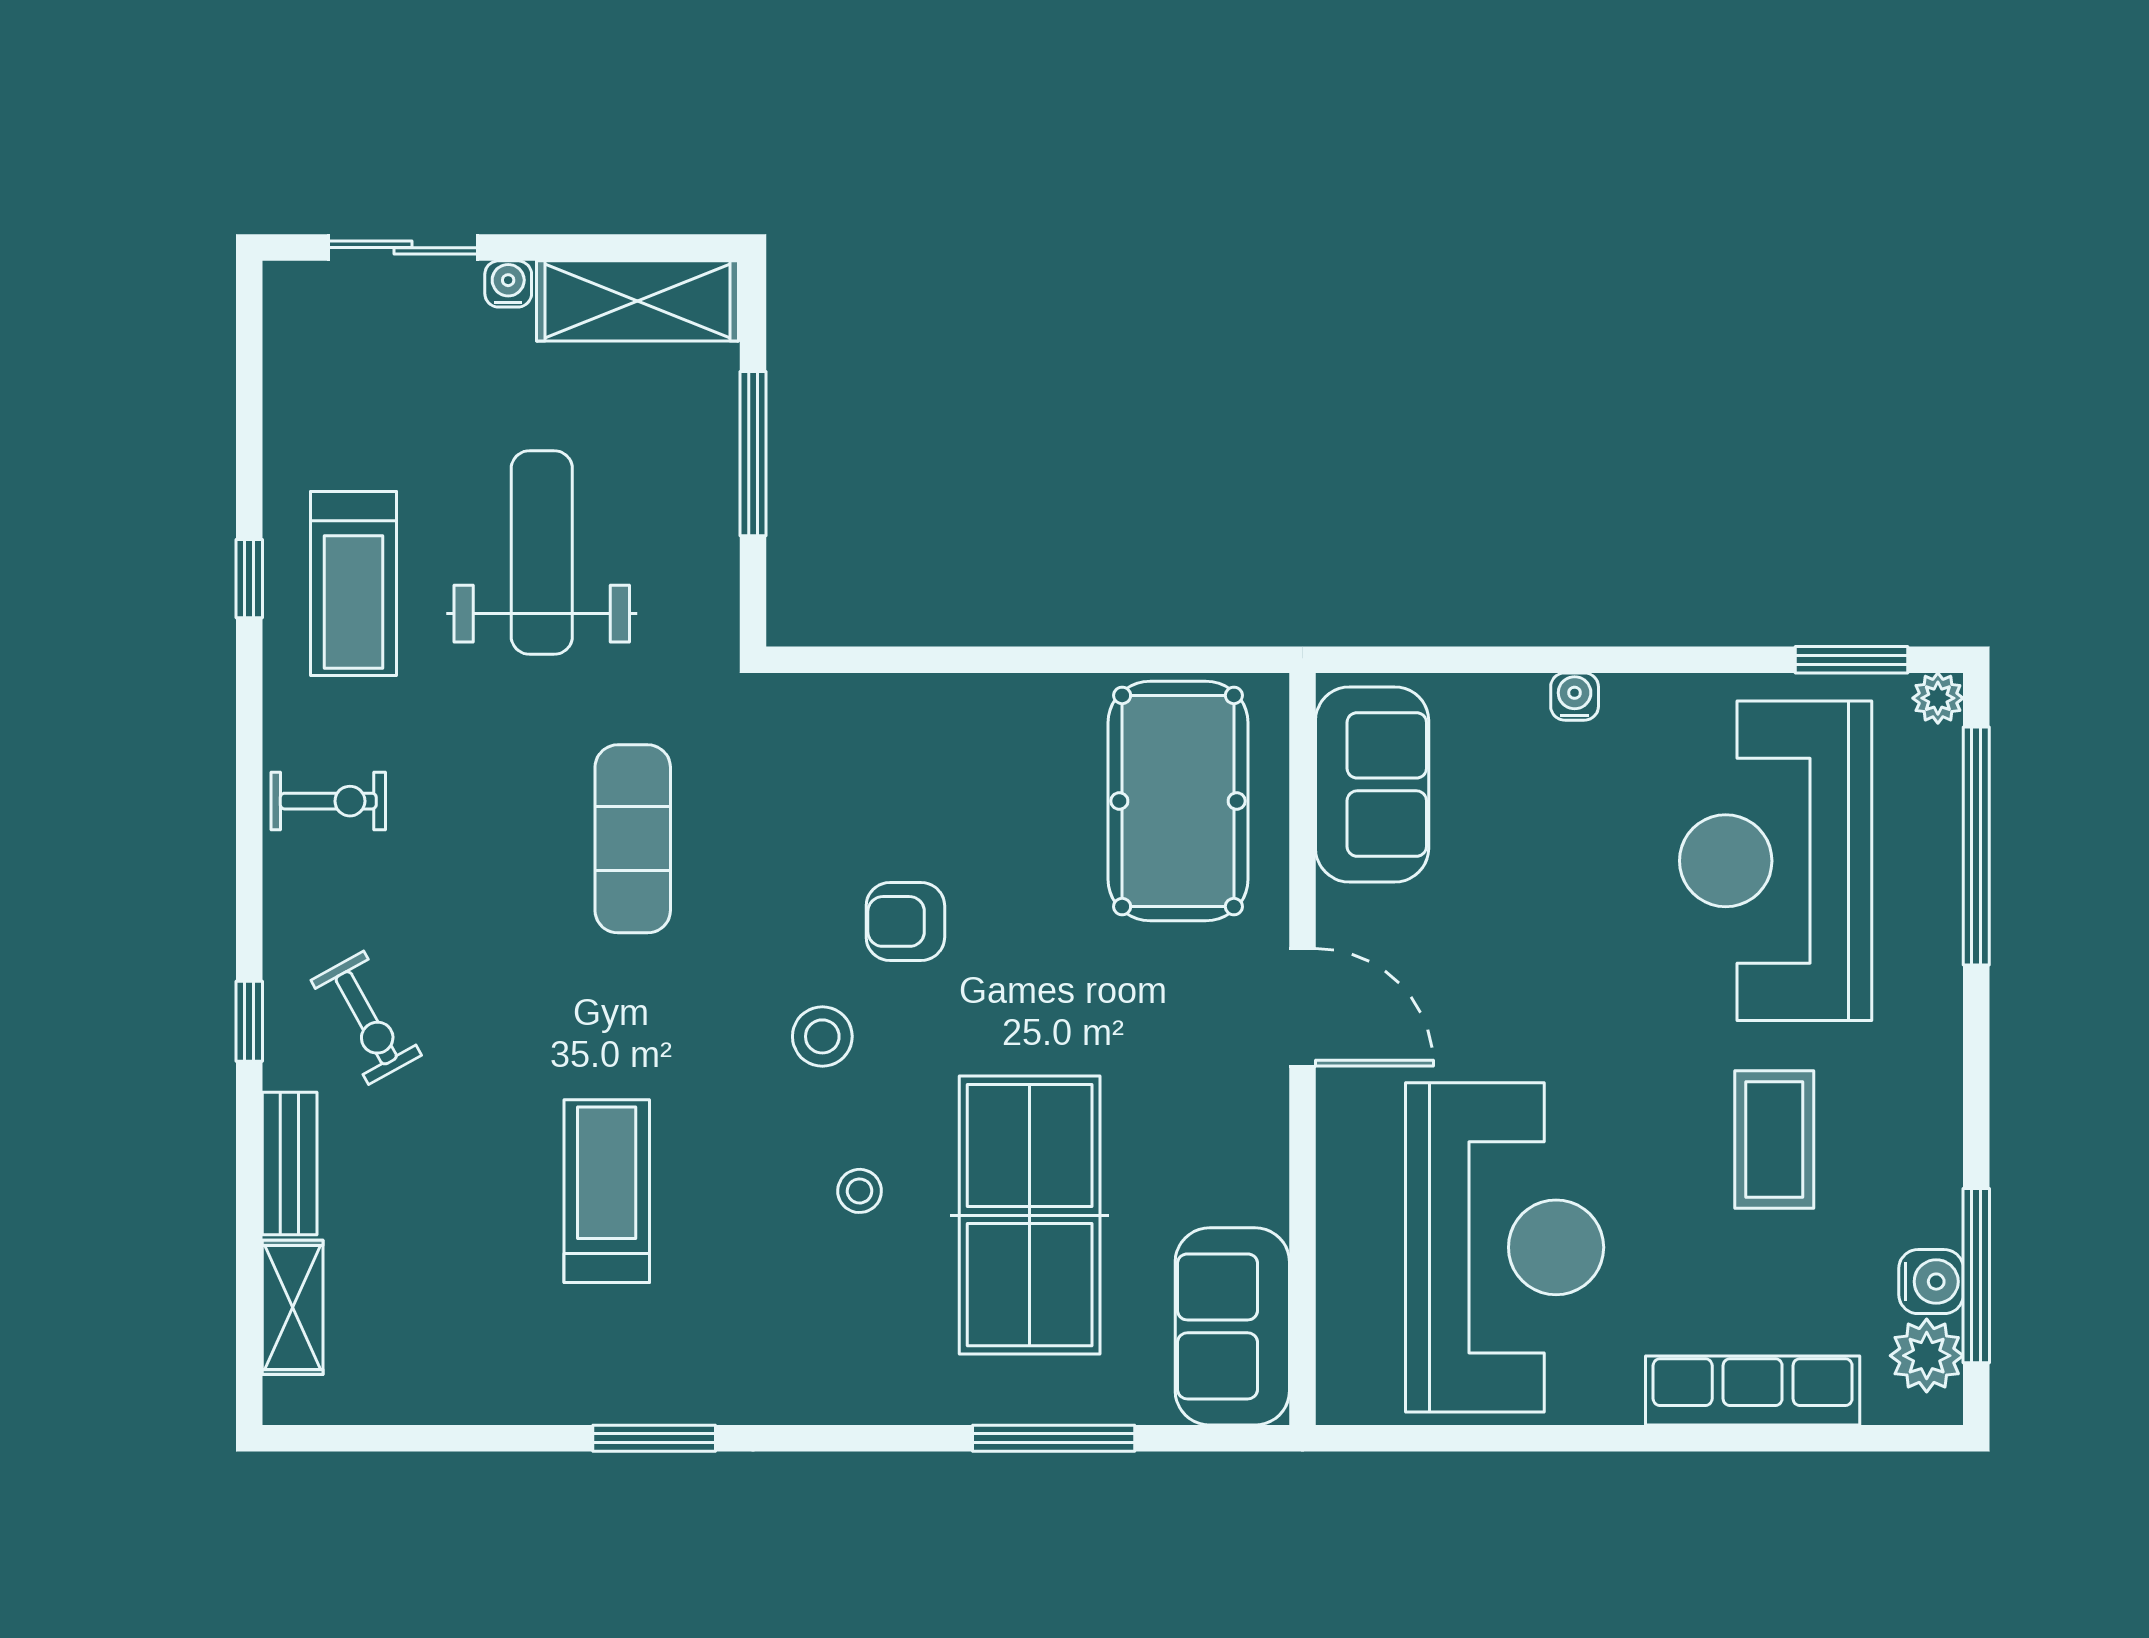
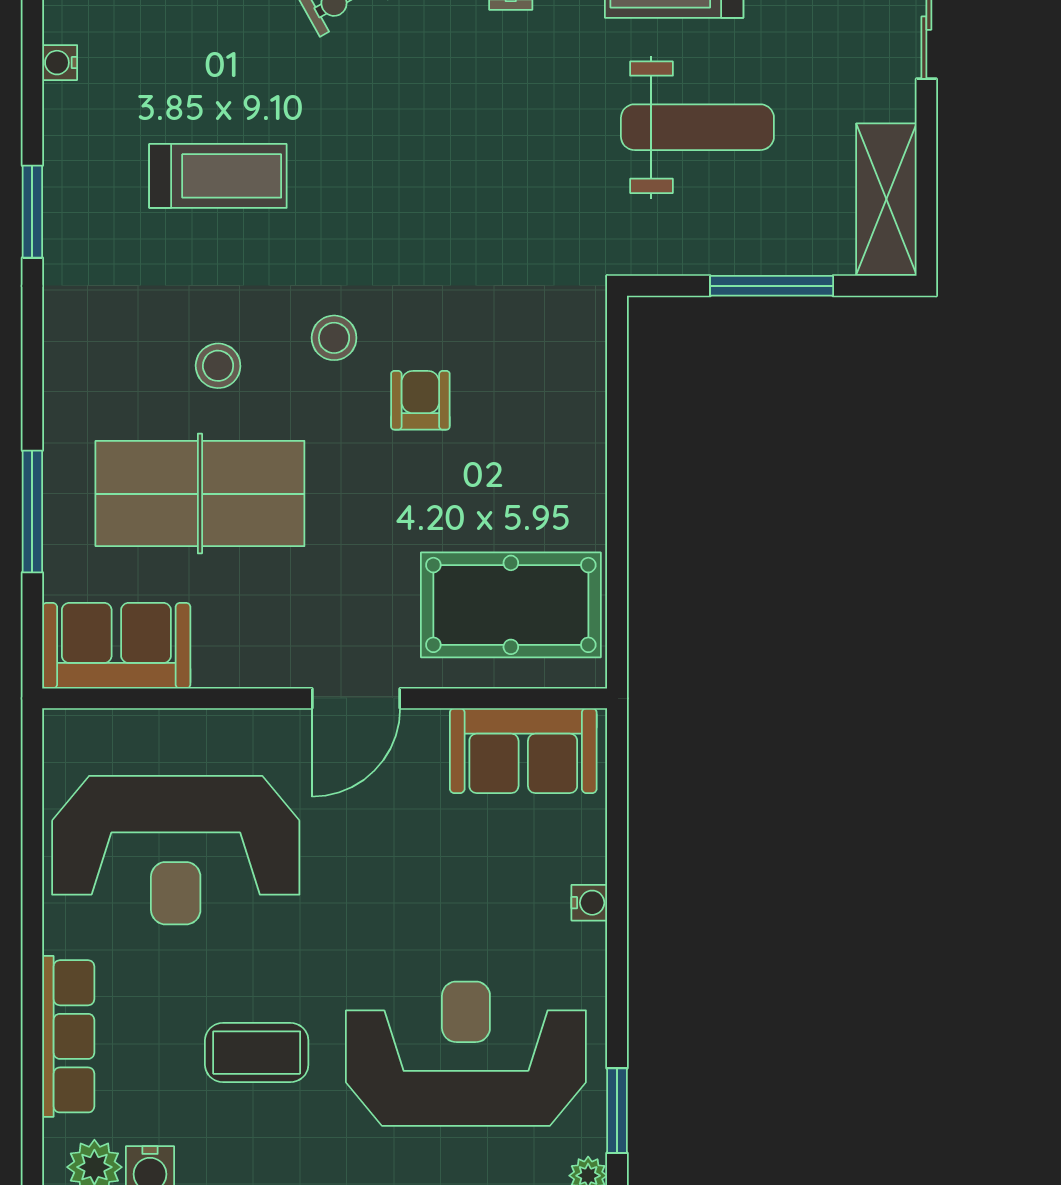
water cooler: (508, 284) -> (60, 63), moved, turned 180
exercise mat: (633, 839) -> (482, 196), removed
stool: (860, 1191) -> (218, 366), width x1.37, depth x1.37

